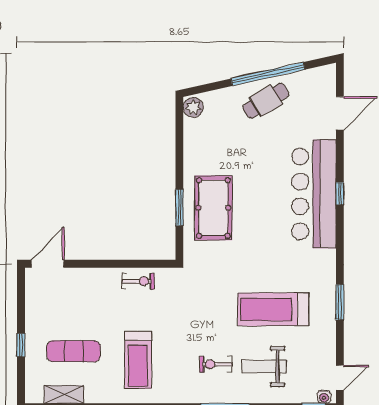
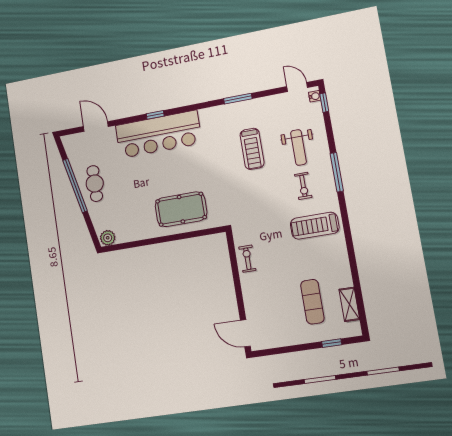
cafe table: (266, 101) -> (95, 184), turned 31
window: (179, 207) -> (184, 236), removed
treadmill: (273, 309) -> (252, 149), width x0.73, depth x0.73
window: (21, 345) -> (332, 343), moved
treadmill: (138, 360) -> (315, 226), moved, turned 180

